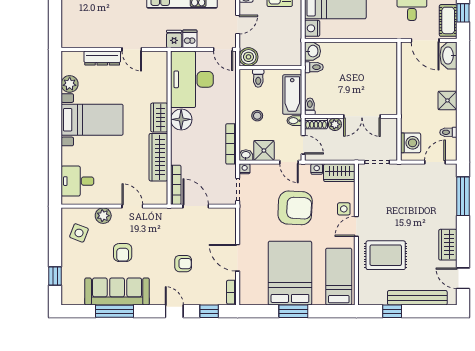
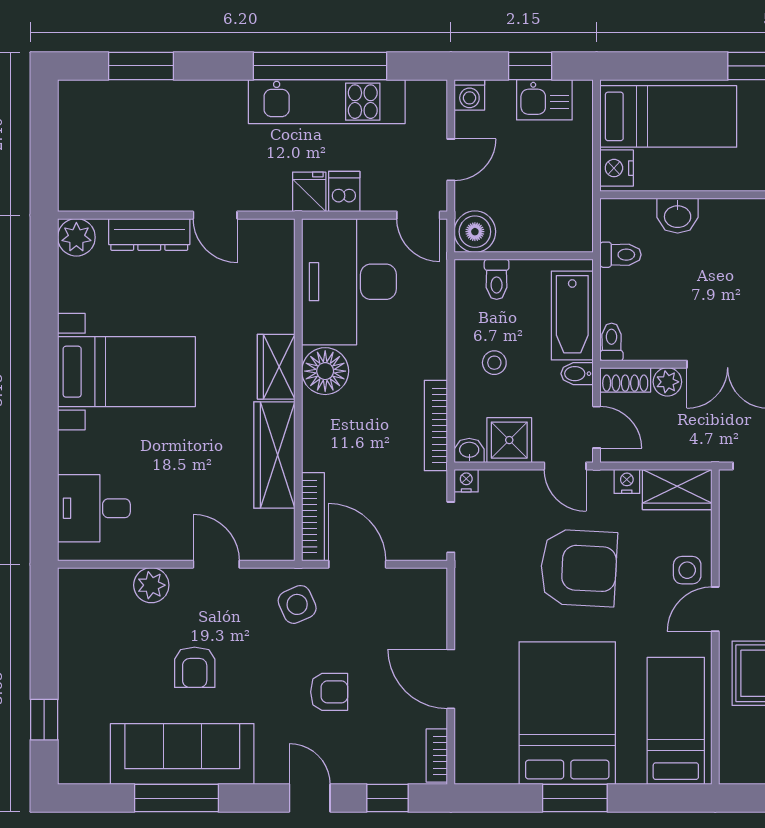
washbasin: (312, 51) -> (678, 216), moved, turned 90
plant: (70, 84) -> (76, 237), moved
side table: (79, 233) -> (297, 604), moved, turned 45

